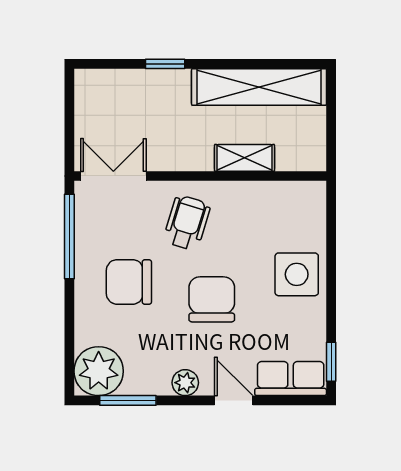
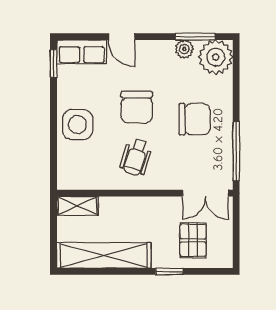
pallet: (131, 109) -> (193, 240), added
shelving: (245, 158) -> (78, 206), moved
wheelchair: (187, 223) -> (136, 157), moved
plant: (185, 383) -> (184, 49), moved

